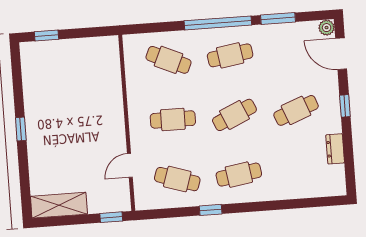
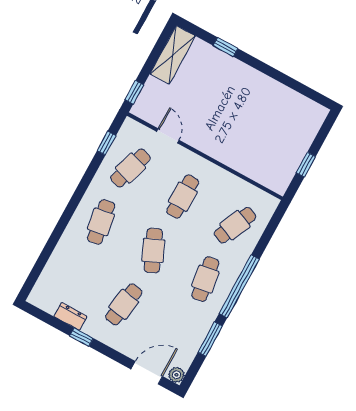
window: (47, 36) -> (306, 165), moved
window: (345, 106) -> (81, 337), moved
cafe table: (296, 110) -> (124, 304), turned 30
window: (21, 129) -> (226, 47), moved
window: (211, 210) -> (106, 143), moved

